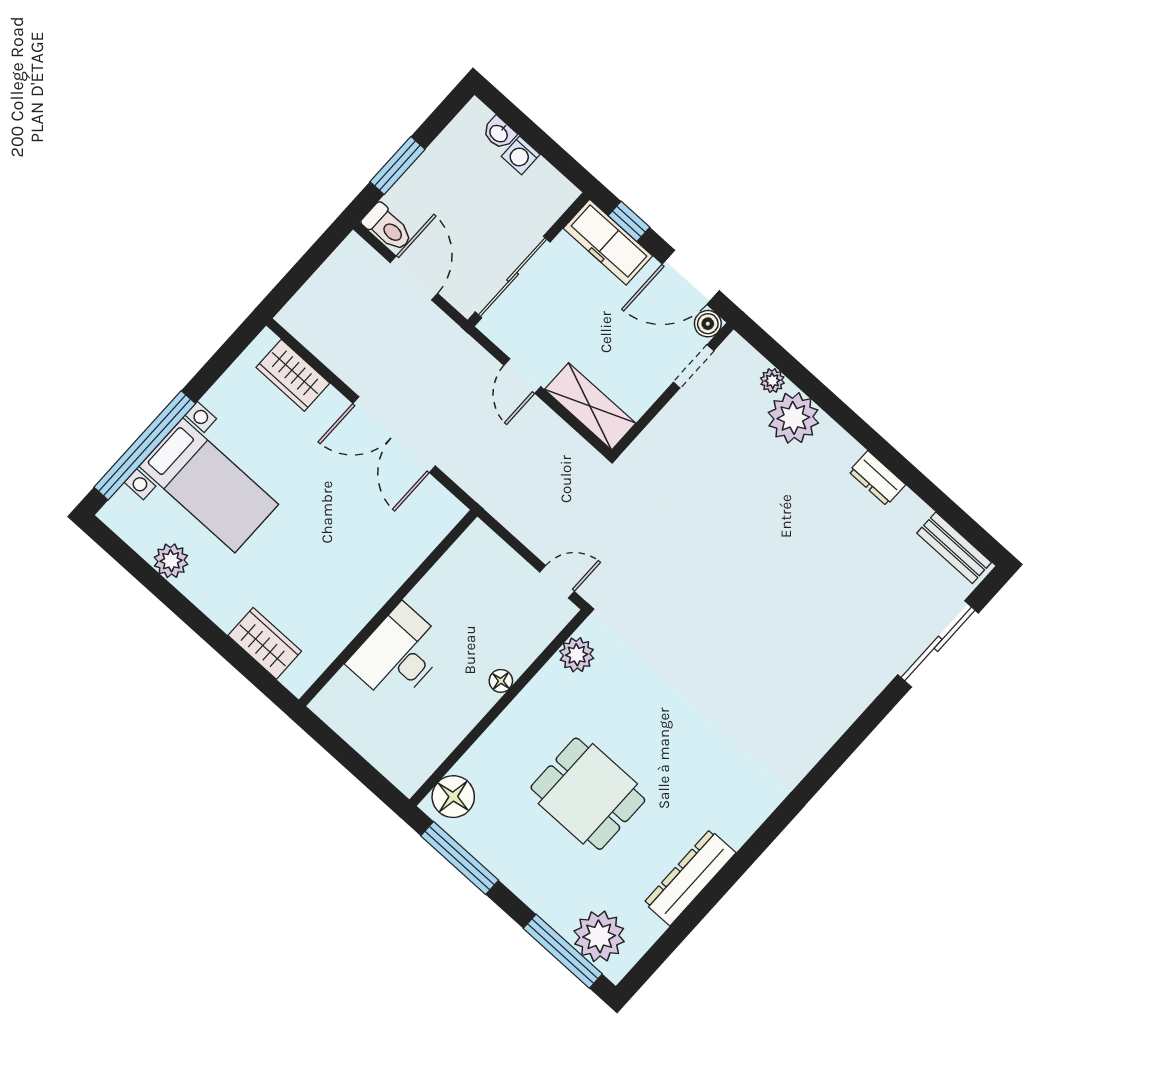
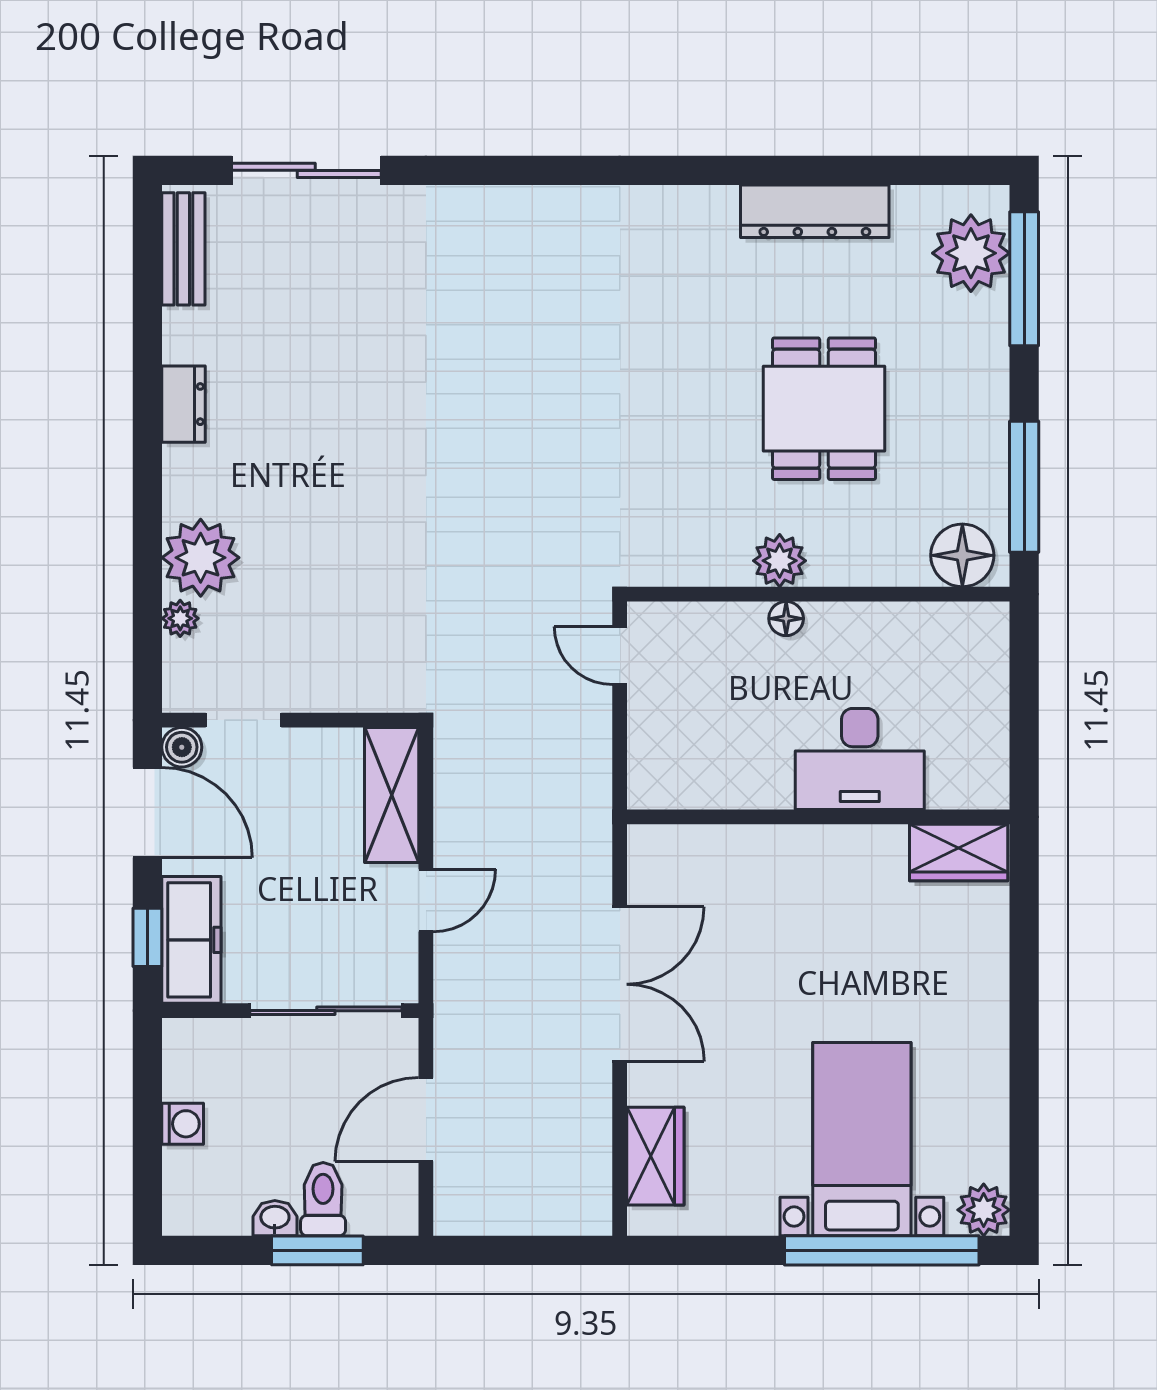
washbasin: (499, 133) -> (275, 1218), moved, turned -90
toilet: (388, 228) -> (323, 1199), moved
plant: (171, 561) -> (984, 1210), moved
wardrobe: (265, 643) -> (959, 853), moved, turned -90
plant: (577, 655) -> (780, 561), moved

